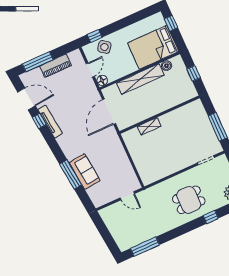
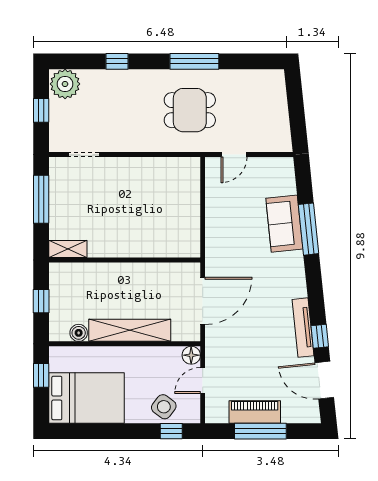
window: (171, 23) -> (41, 375), moved
bed: (153, 47) -> (86, 398), moved
window: (38, 62) -> (260, 431), moved
shelving: (149, 126) -> (68, 249), moved
door: (127, 196) -> (234, 155), swing flipped
dining table: (189, 200) -> (190, 110), moved
window: (145, 247) -> (194, 61), moved

